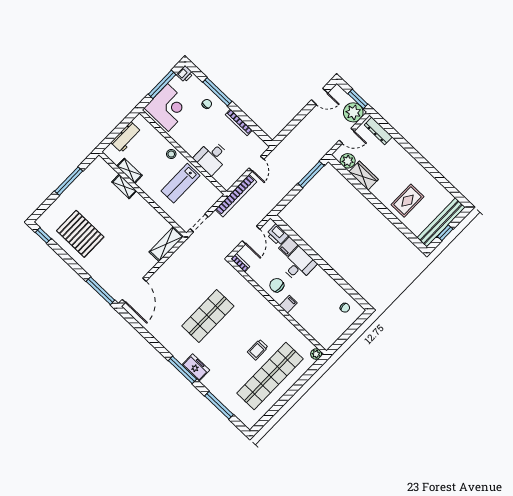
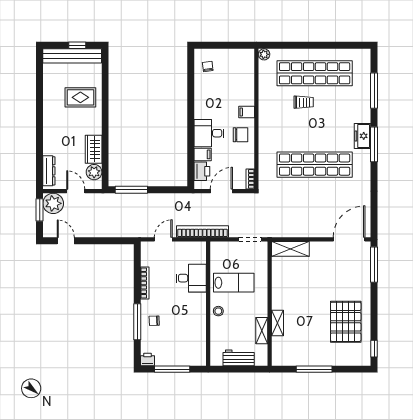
corner desk: (168, 107) -> (185, 348), removed
chair: (277, 285) -> (241, 135), turned -90
shop shelf: (208, 316) -> (315, 165), width x1.40

